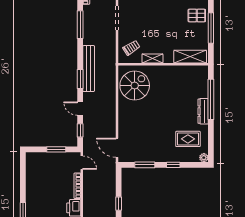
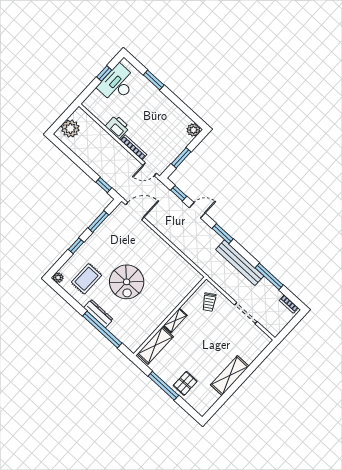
shelving: (152, 58) -> (175, 321), moved
bench: (89, 69) -> (240, 263), moved
spiral stairs: (135, 86) -> (127, 282), moved
plant: (31, 158) -> (193, 130), added
window: (119, 204) -> (104, 185), moved

